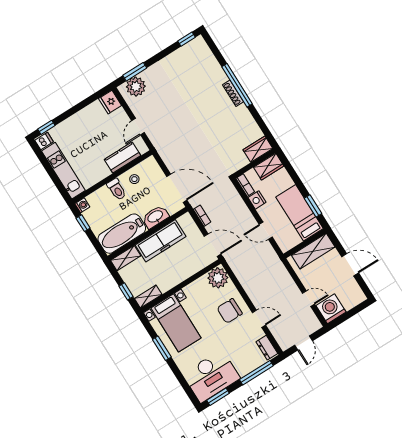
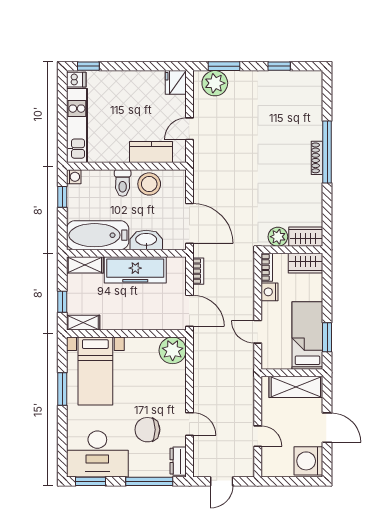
window: (187, 39) -> (279, 66), moved
plant: (240, 161) -> (278, 237), added
stool: (134, 179) -> (149, 184), width x1.89, depth x1.89
washing machine: (331, 309) -> (308, 461), moved, turned -90
chair: (230, 311) -> (147, 430), moved

